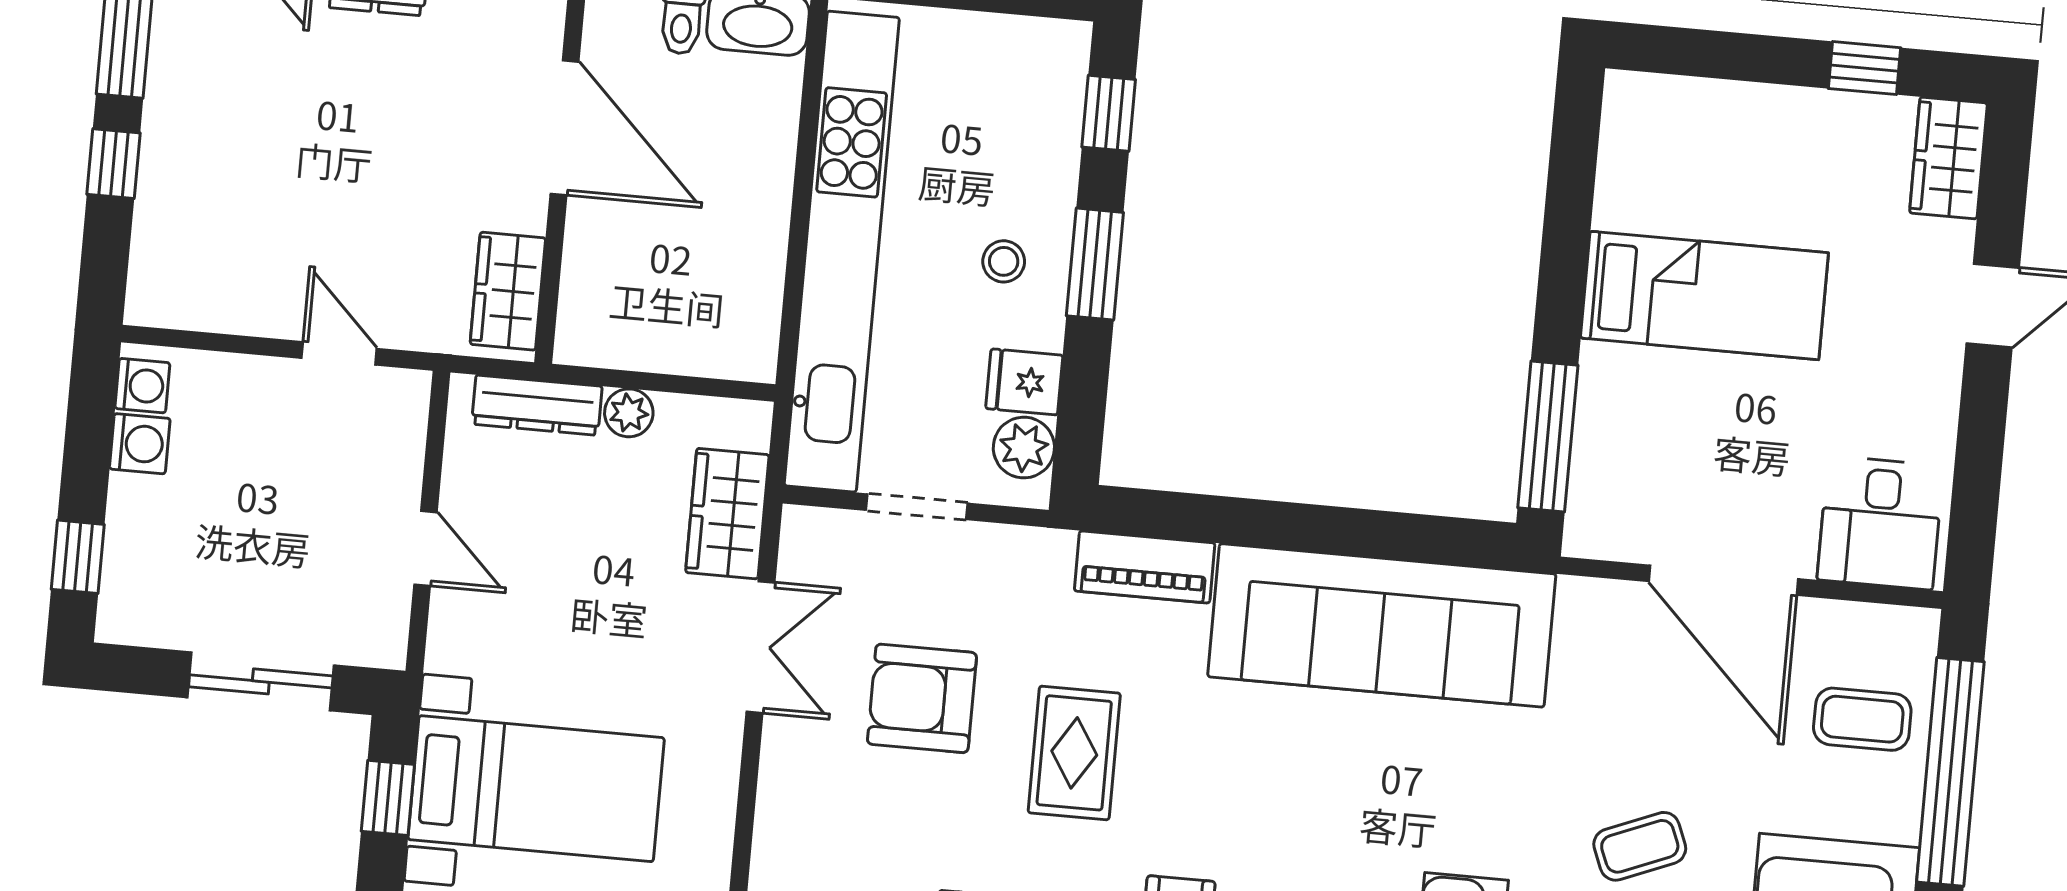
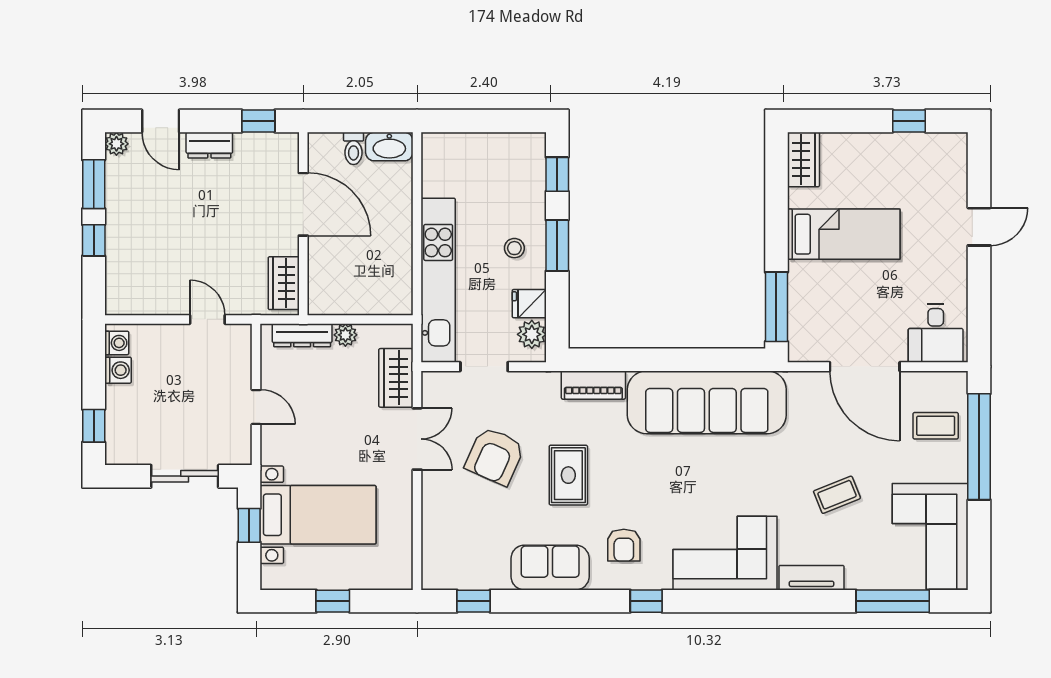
wardrobe: (1948, 158) -> (803, 160), moved, turned 180
kitchen unit: (842, 252) -> (438, 280), width x0.73
armchair: (922, 698) -> (495, 456), turned -66

